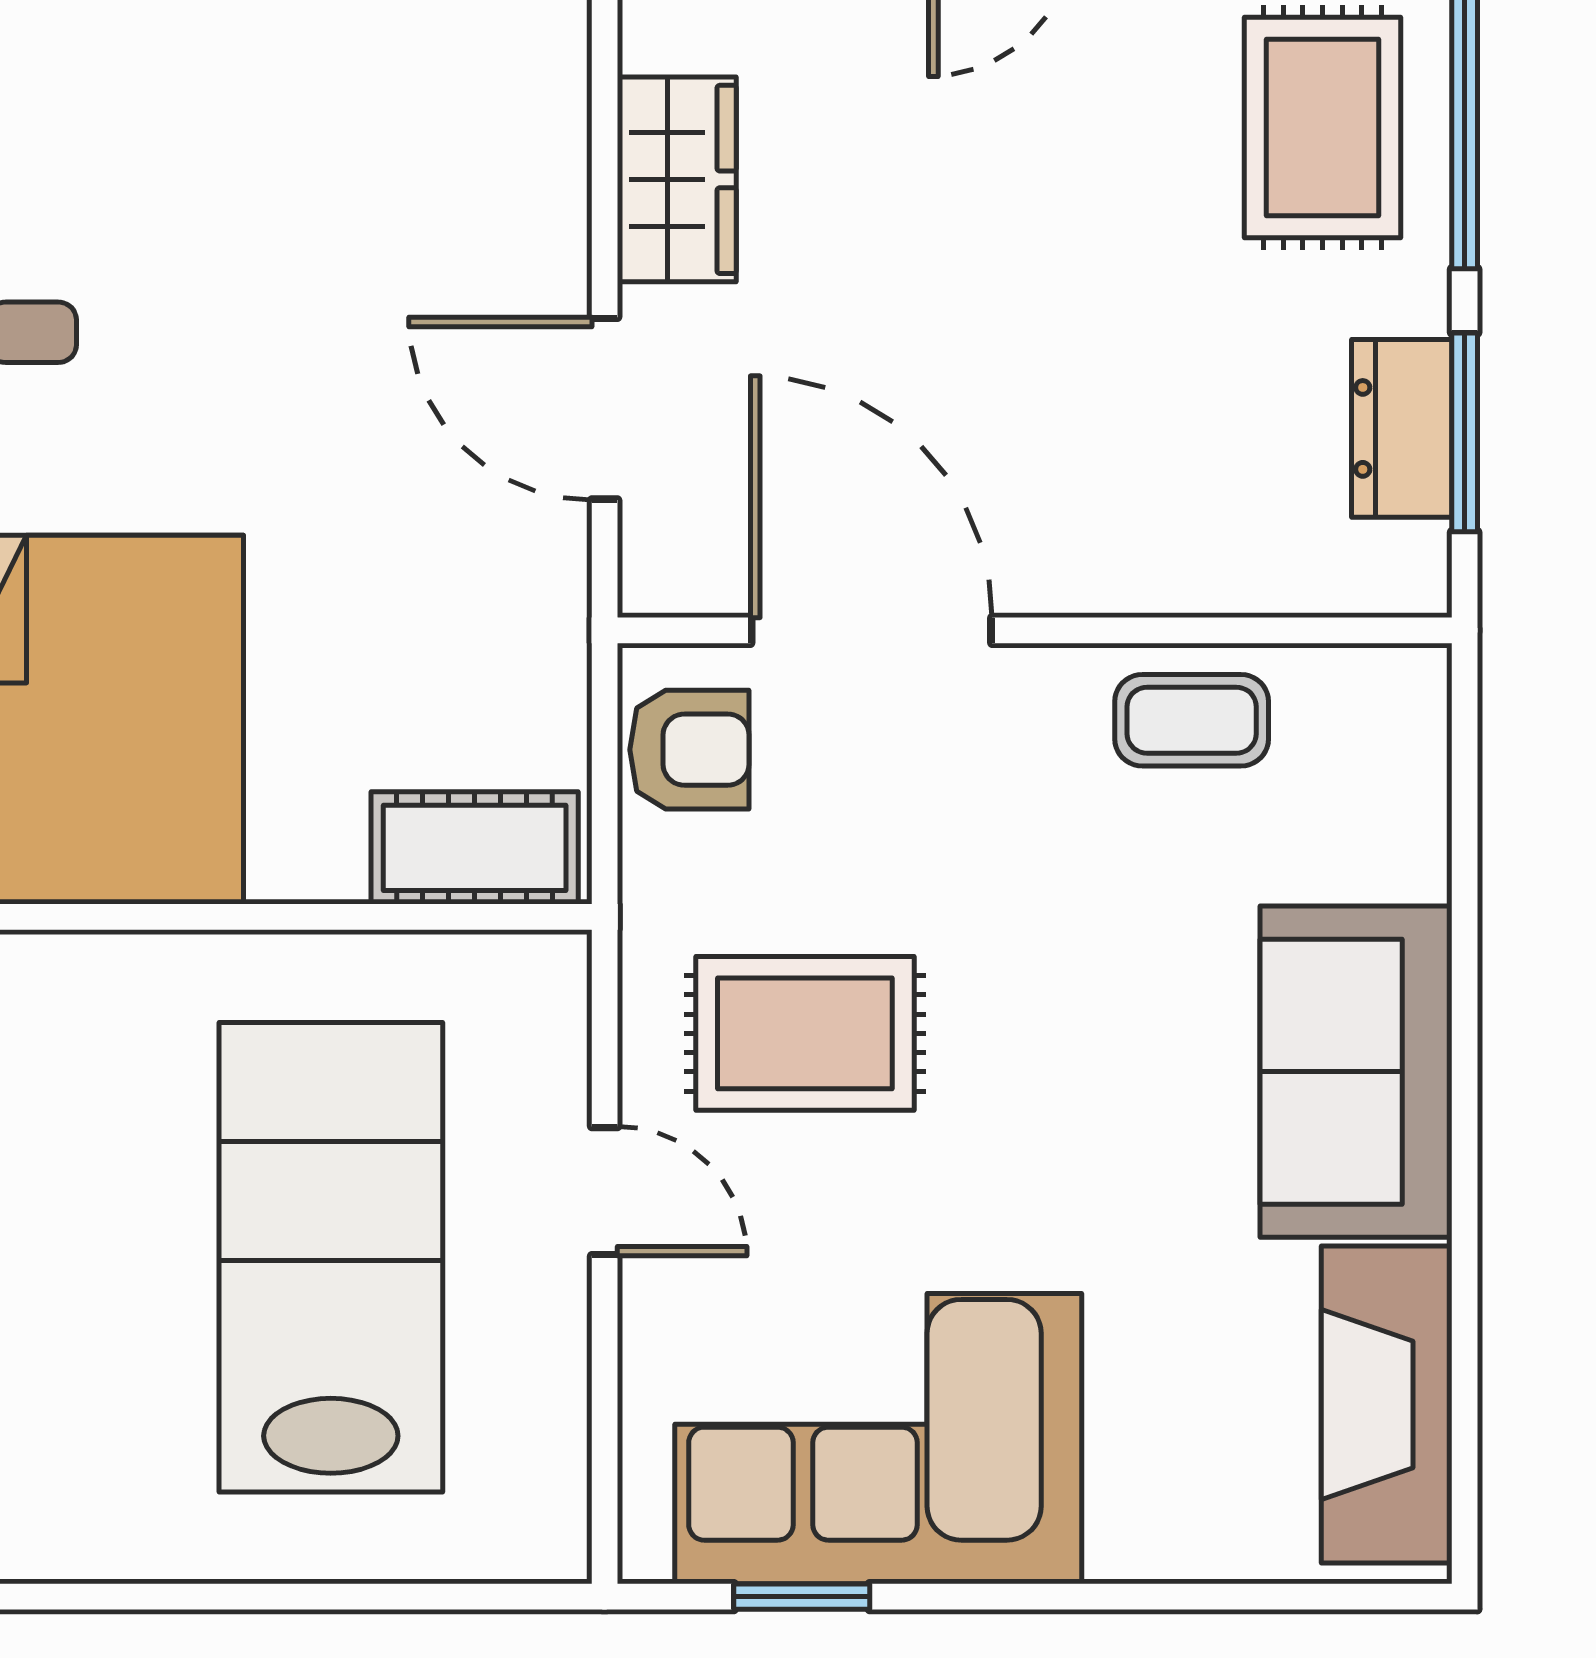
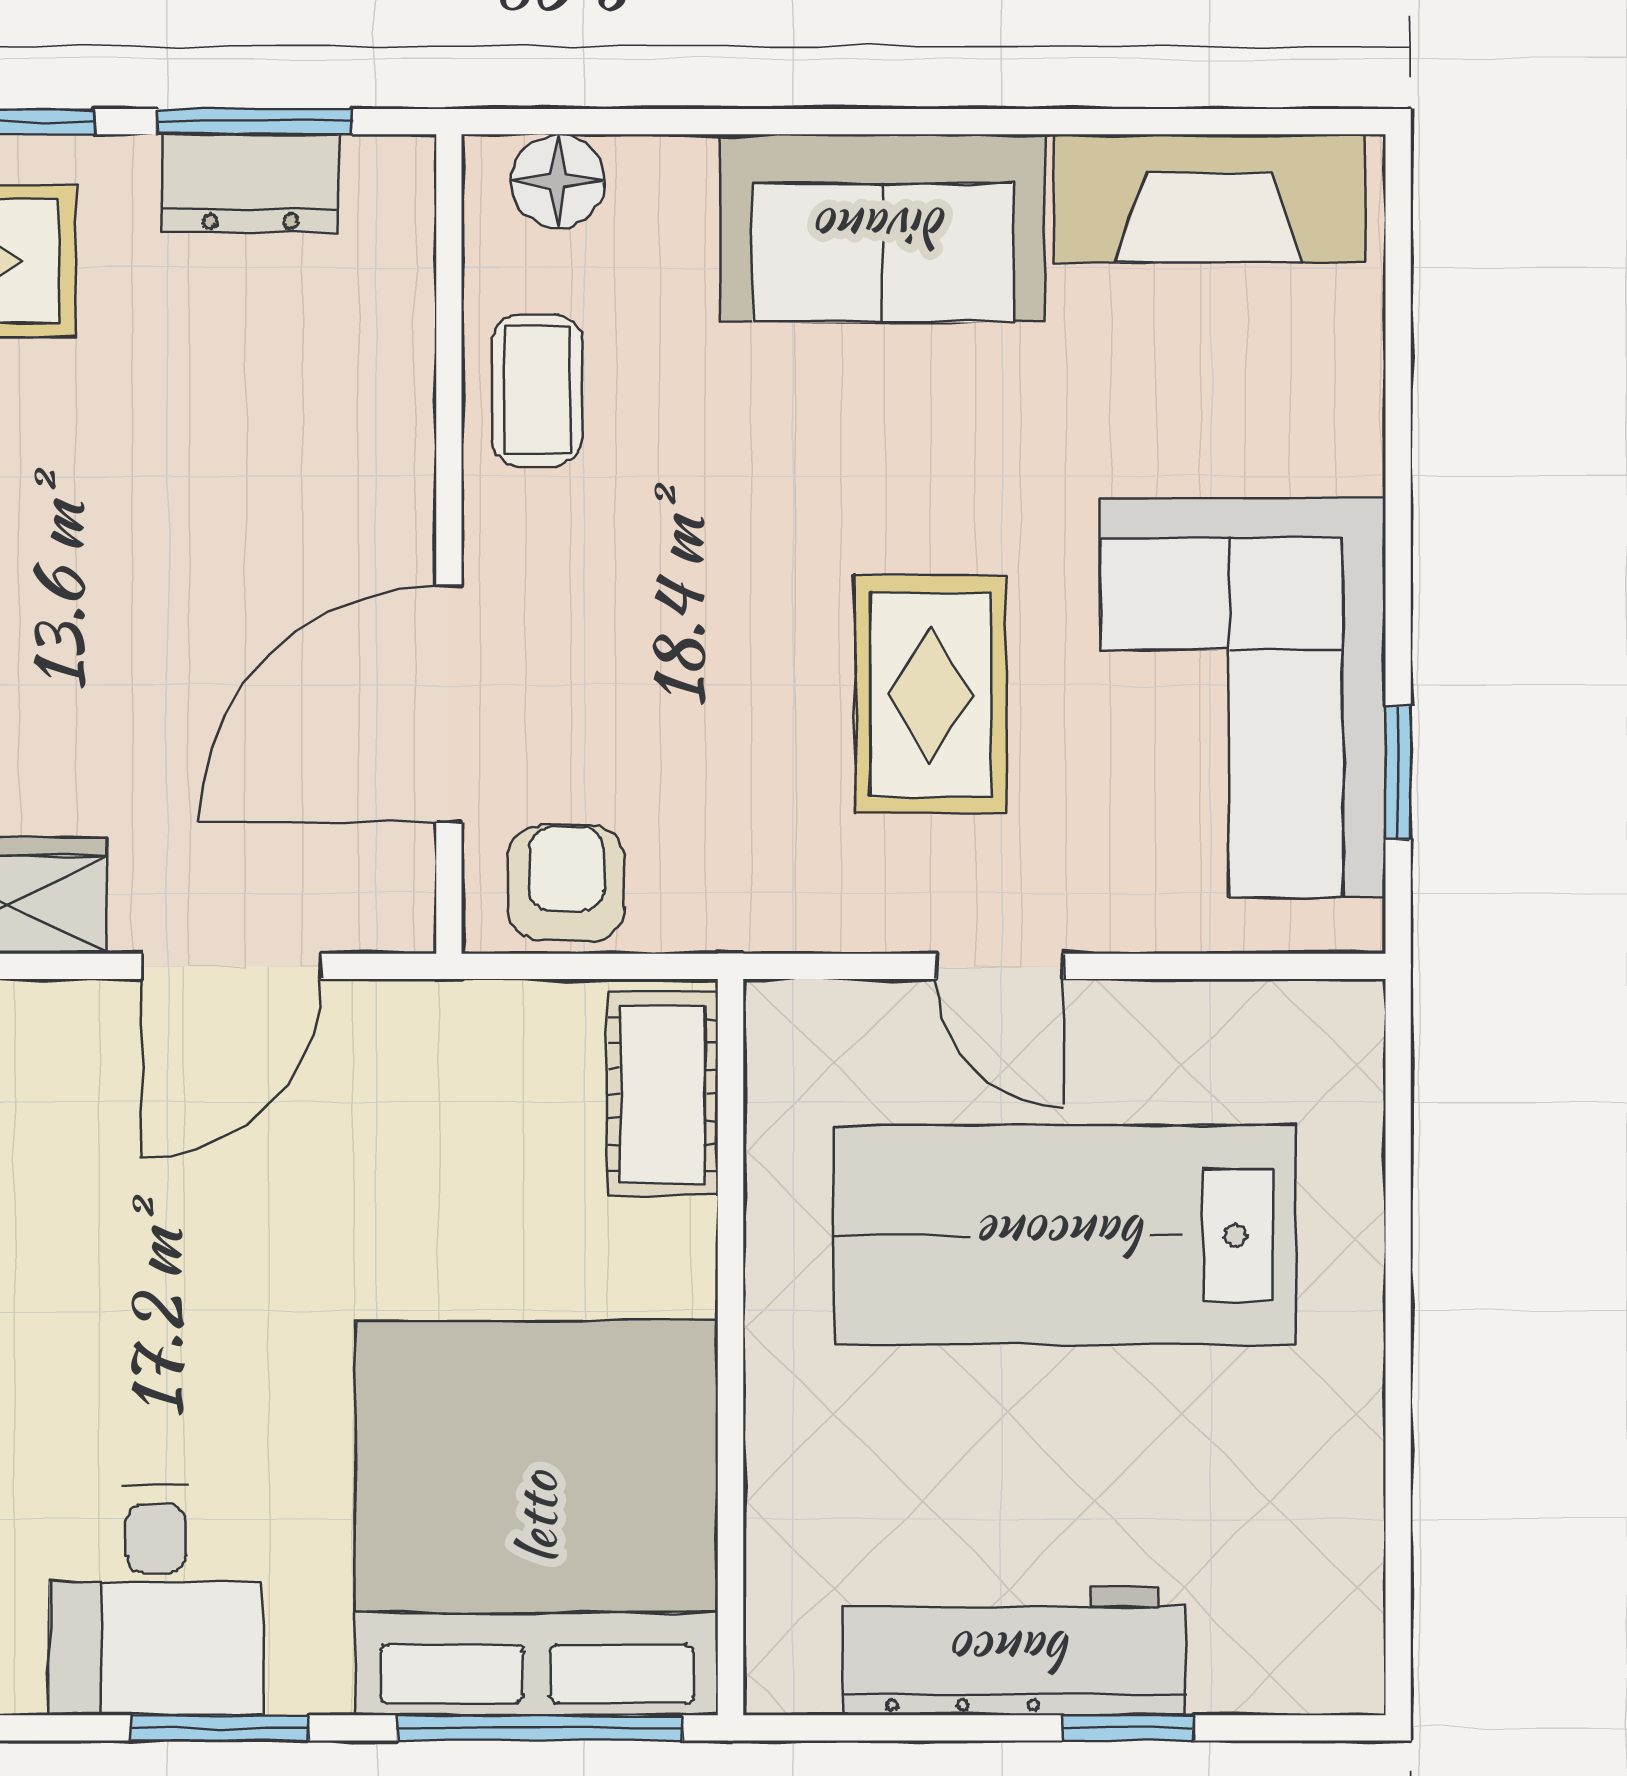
floor lamp: (1404, 741) -> (558, 181), added
rug: (805, 1033) -> (931, 695), moved
door: (605, 1191) -> (1000, 966), swing flipped

